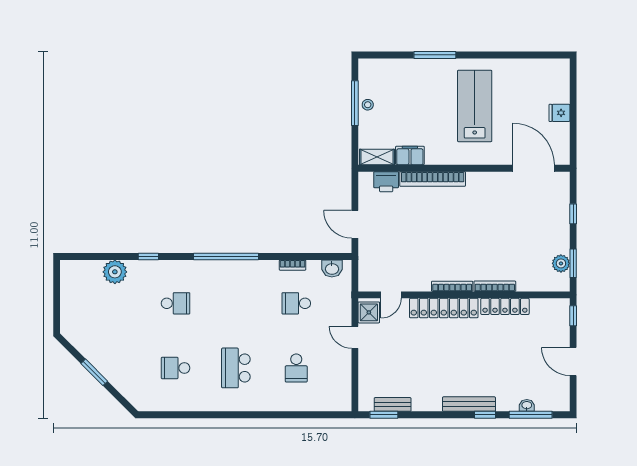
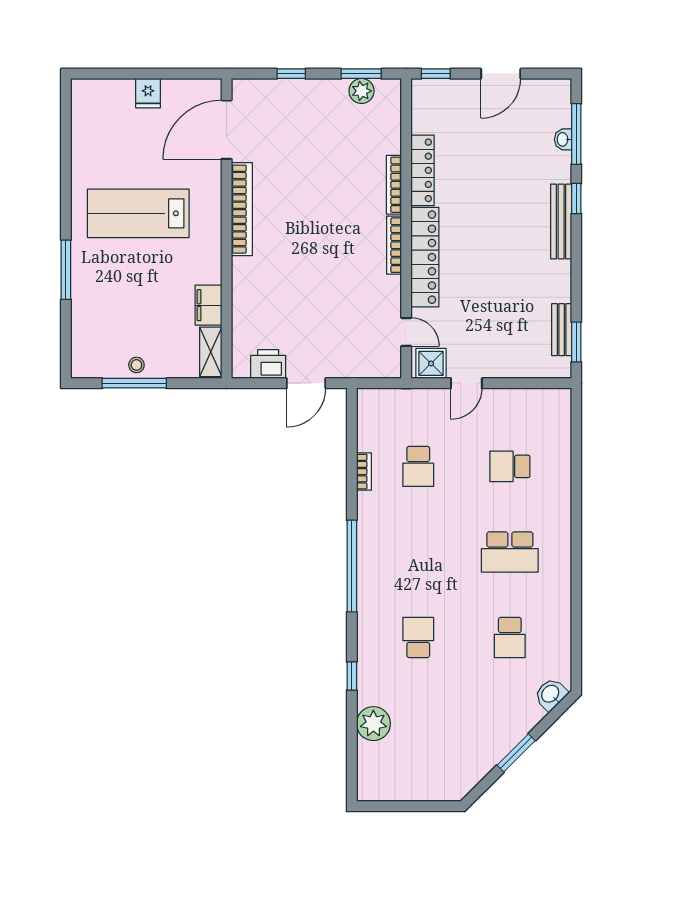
bookcase: (433, 179) -> (242, 209), moved
printer: (386, 182) -> (268, 364), moved, turned -90
washbasin: (332, 268) -> (551, 694), moved, turned -135
school desk: (296, 368) -> (510, 466), turned 180

